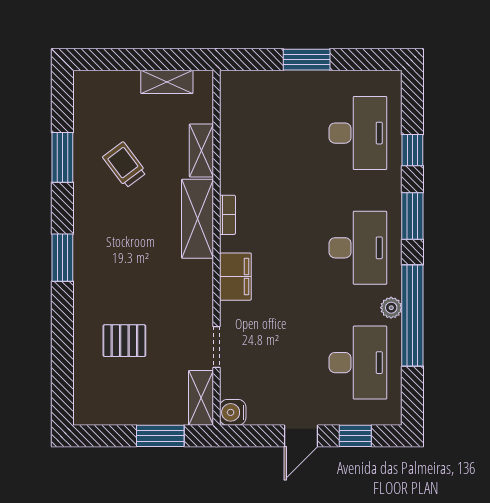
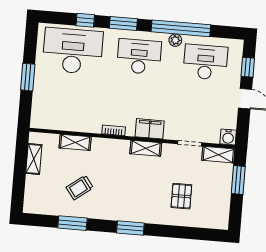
desk: (358, 133) -> (73, 51), width x1.36, depth x1.30
shelving: (197, 219) -> (146, 148), moved, width x0.67, depth x0.75

